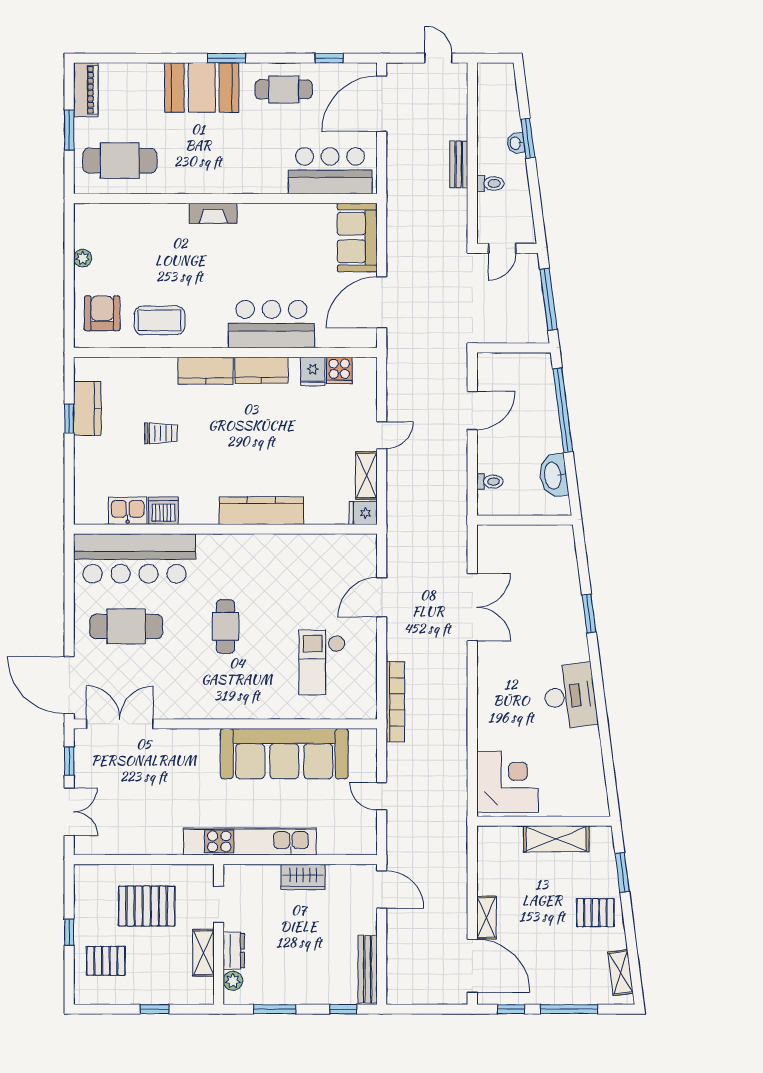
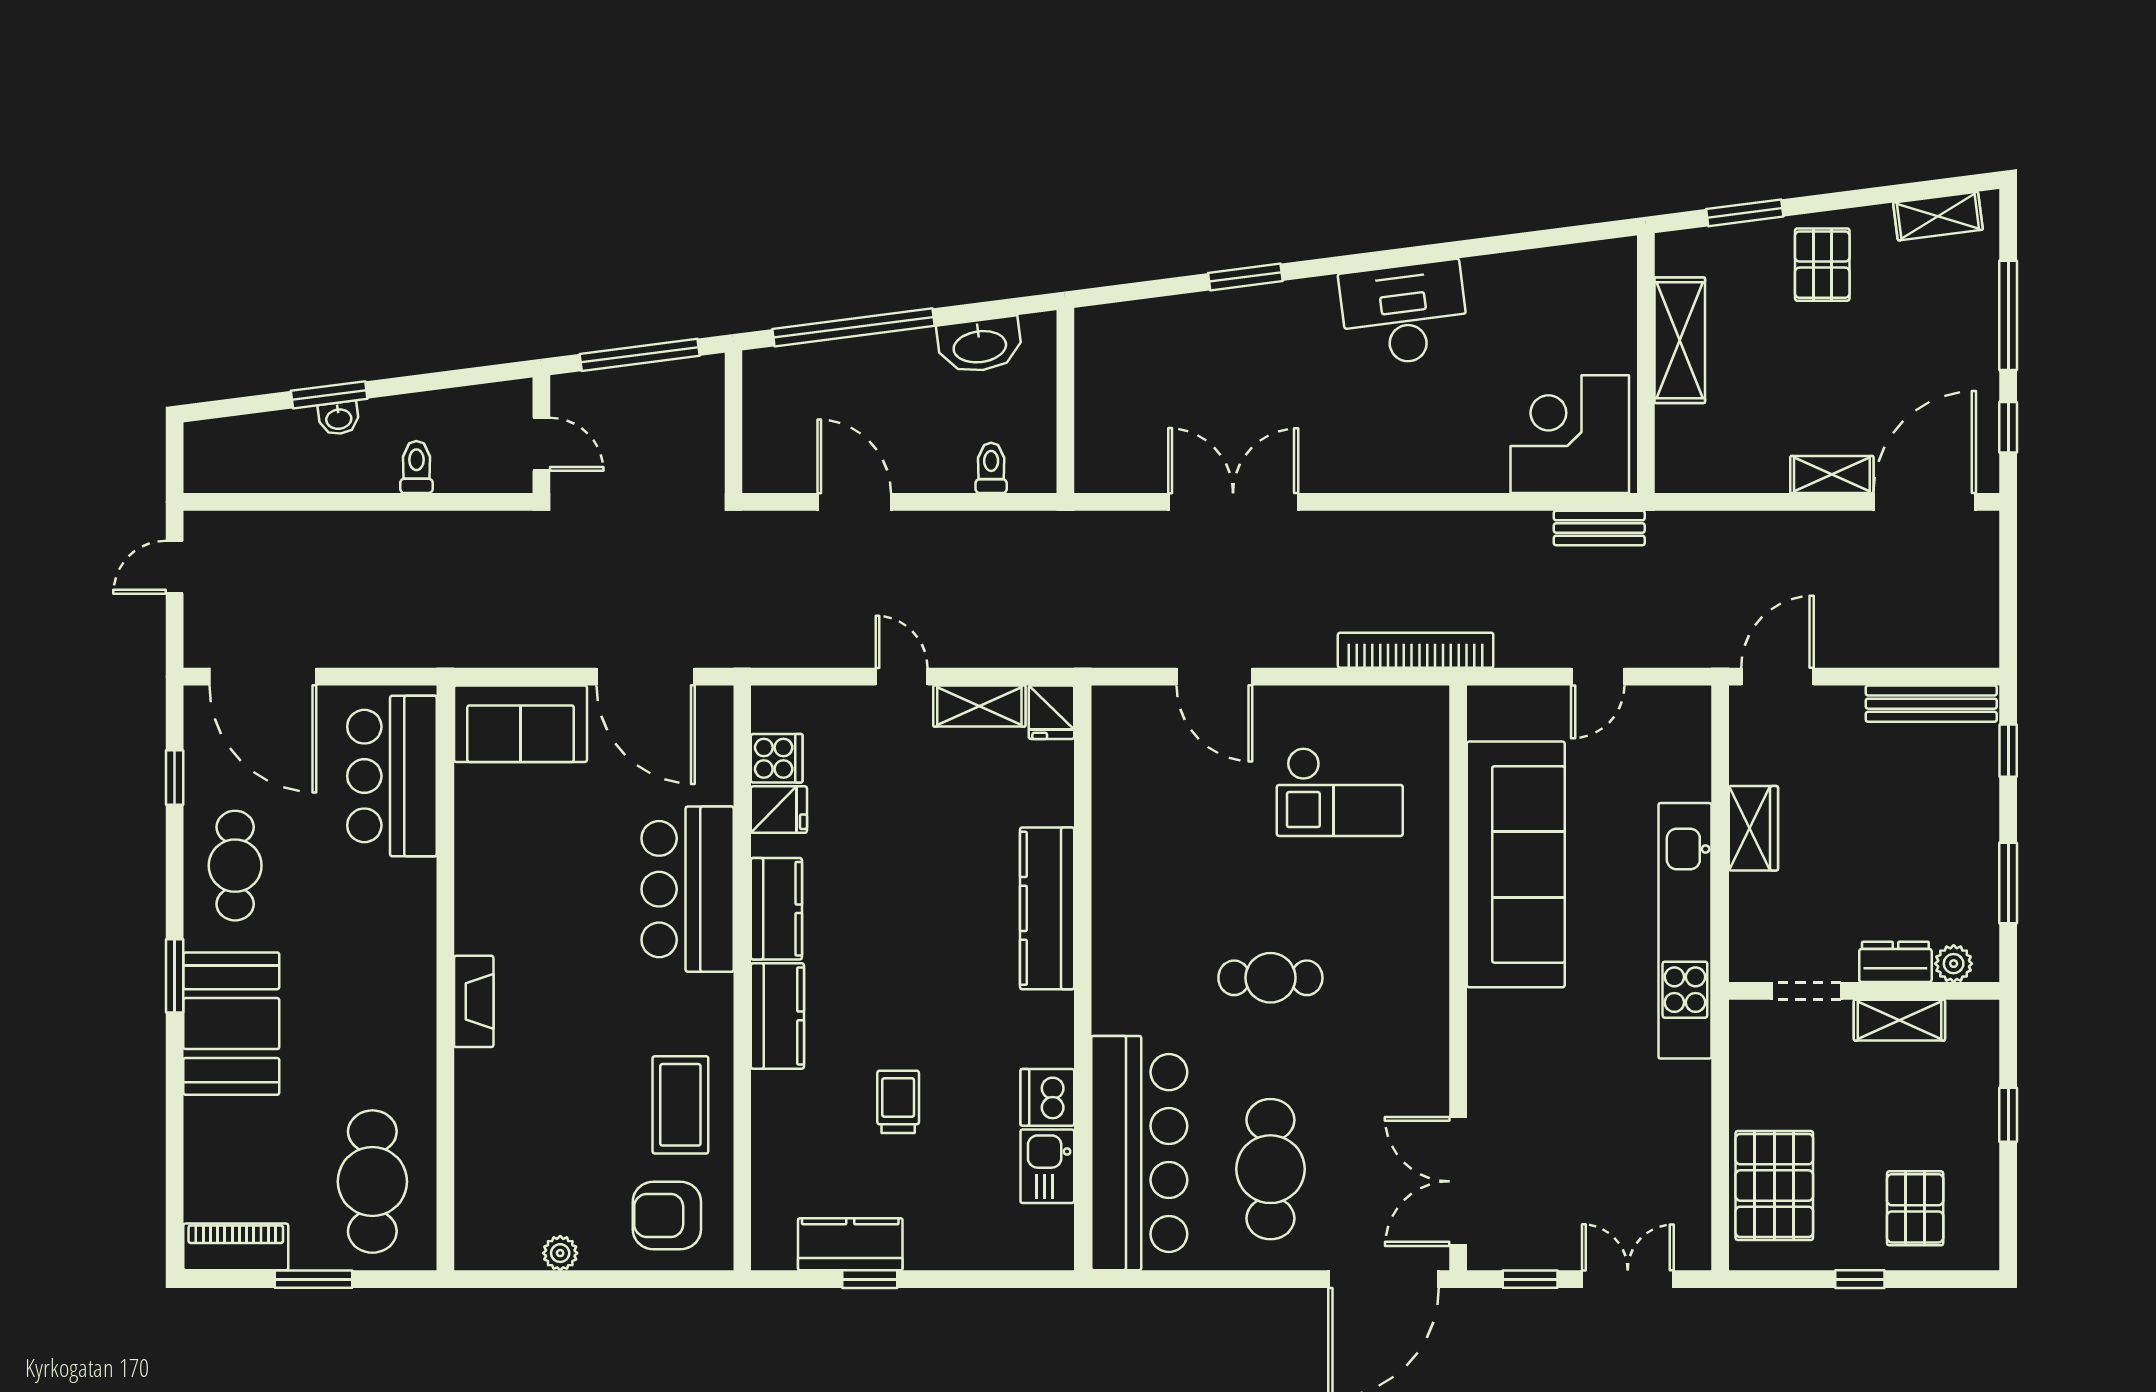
bench: (459, 164) -> (1599, 528), moved
pallet: (147, 906) -> (1774, 1185), moved

